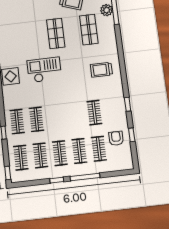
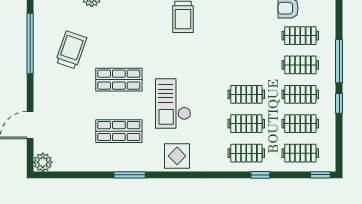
shop shelf: (89, 30) -> (119, 131), moved
clothes rail: (94, 113) -> (246, 94), moved

